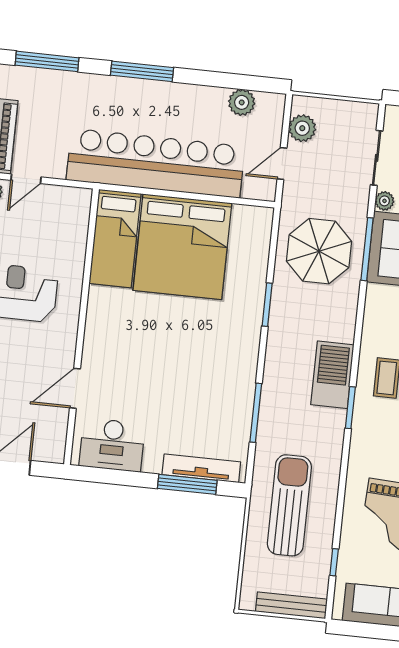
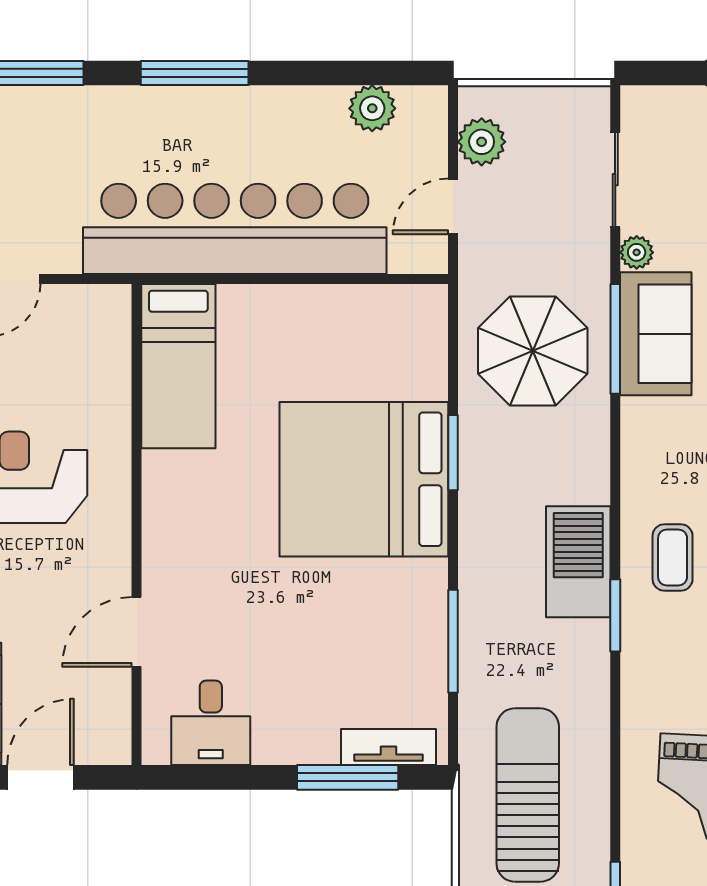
bed: (182, 247) -> (364, 479), moved, turned 90
desk: (112, 445) -> (211, 723), width x0.73
tv unit: (201, 468) -> (388, 747), width x0.71

